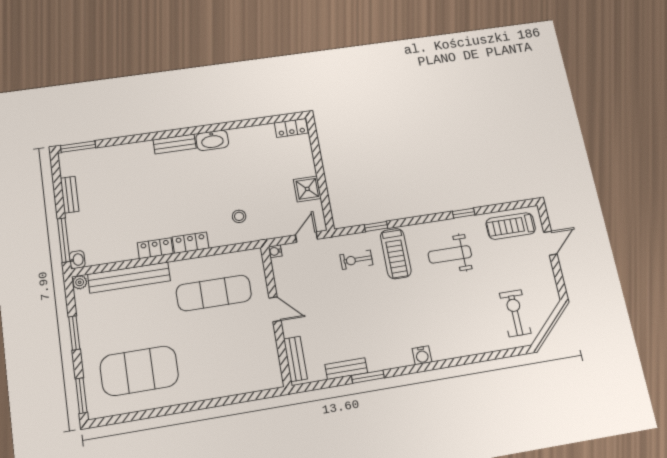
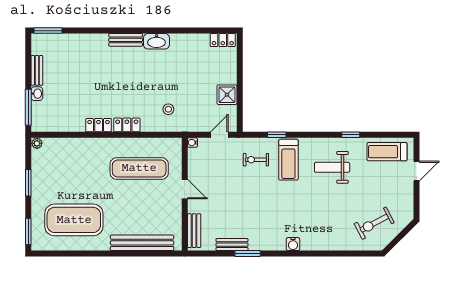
washbasin: (77, 260) -> (37, 94), moved
bench: (129, 277) -> (142, 243), moved
exercise bike: (515, 313) -> (374, 223), turned -118

